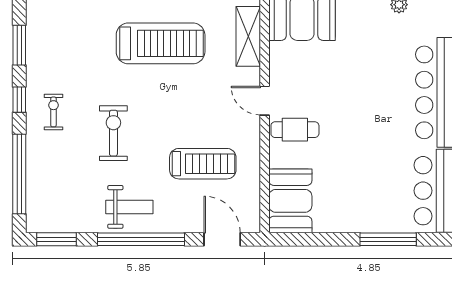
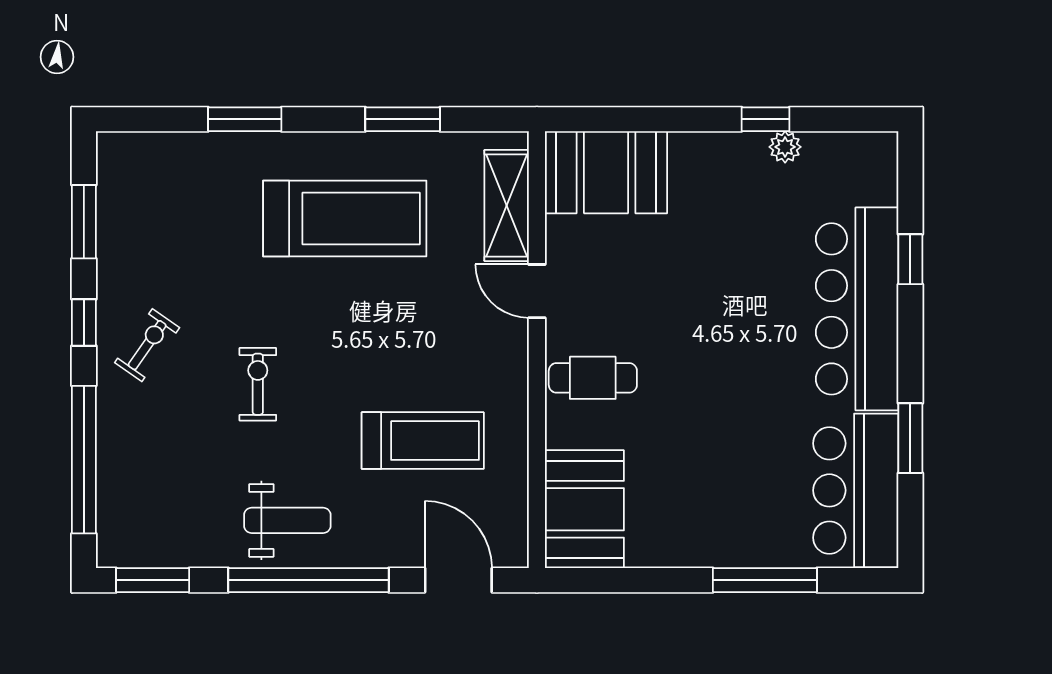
door: (265, 101) -> (537, 291), moved
exercise bike: (53, 112) -> (147, 345), turned 35
exercise bike: (113, 133) -> (258, 384), width x0.73, depth x0.72

